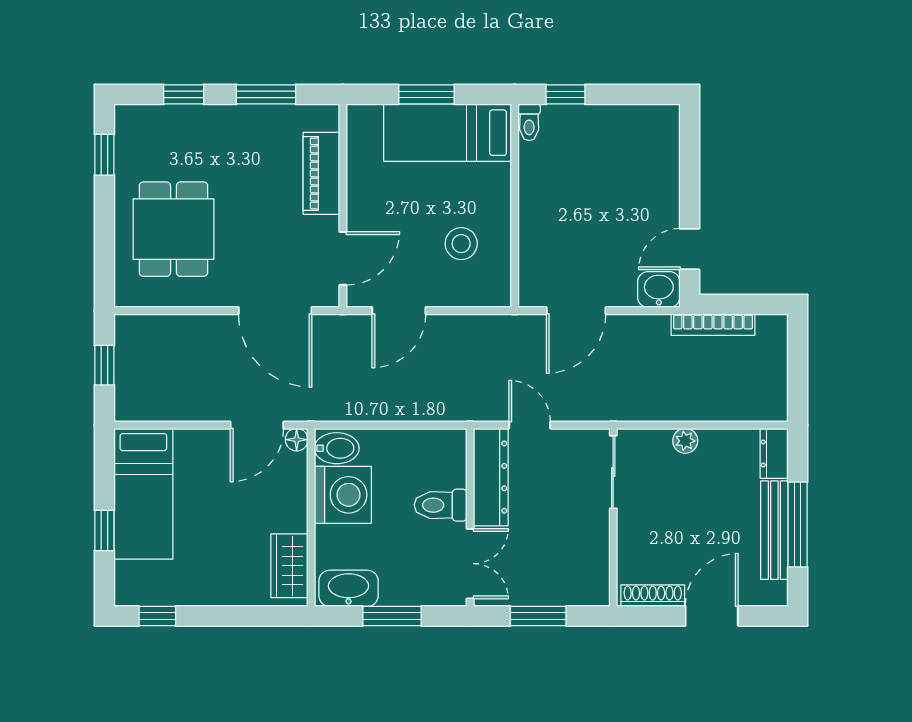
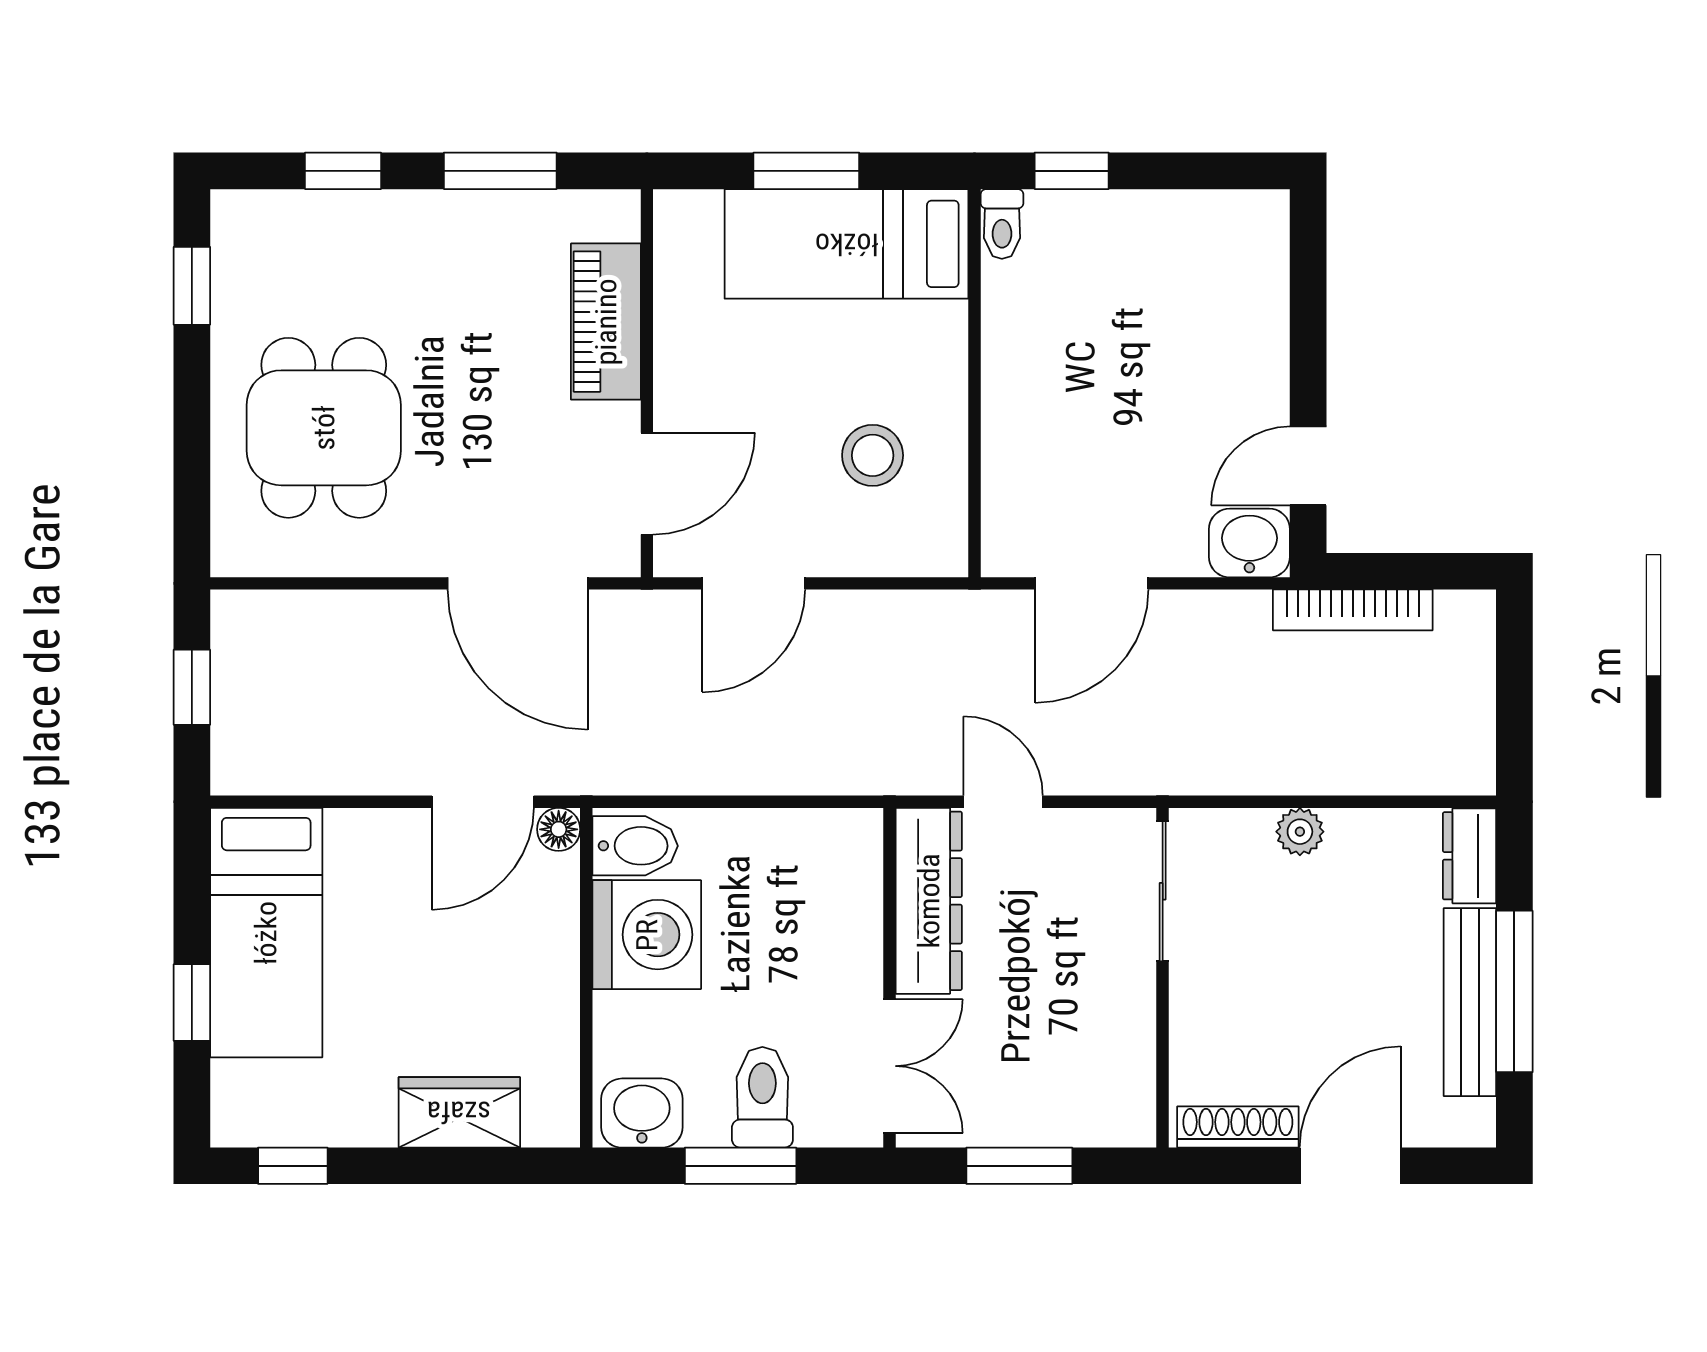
toilet: (441, 505) -> (762, 1097), moved, turned 90
wardrobe: (289, 566) -> (459, 1112), moved, turned 90
washbasin: (349, 588) -> (642, 1113), width x0.72

